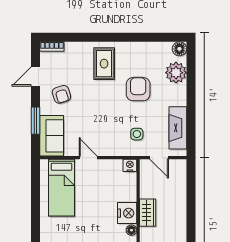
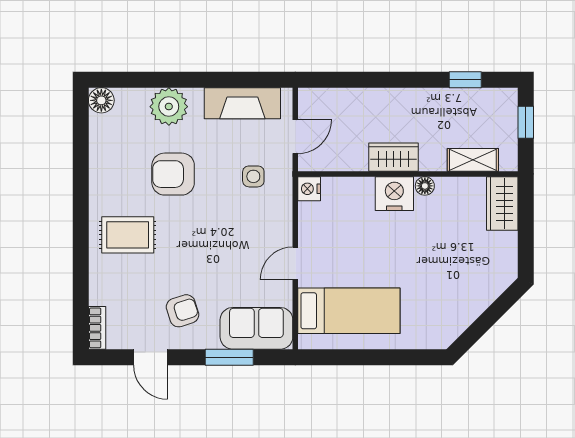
plant: (176, 73) -> (169, 107), moved

